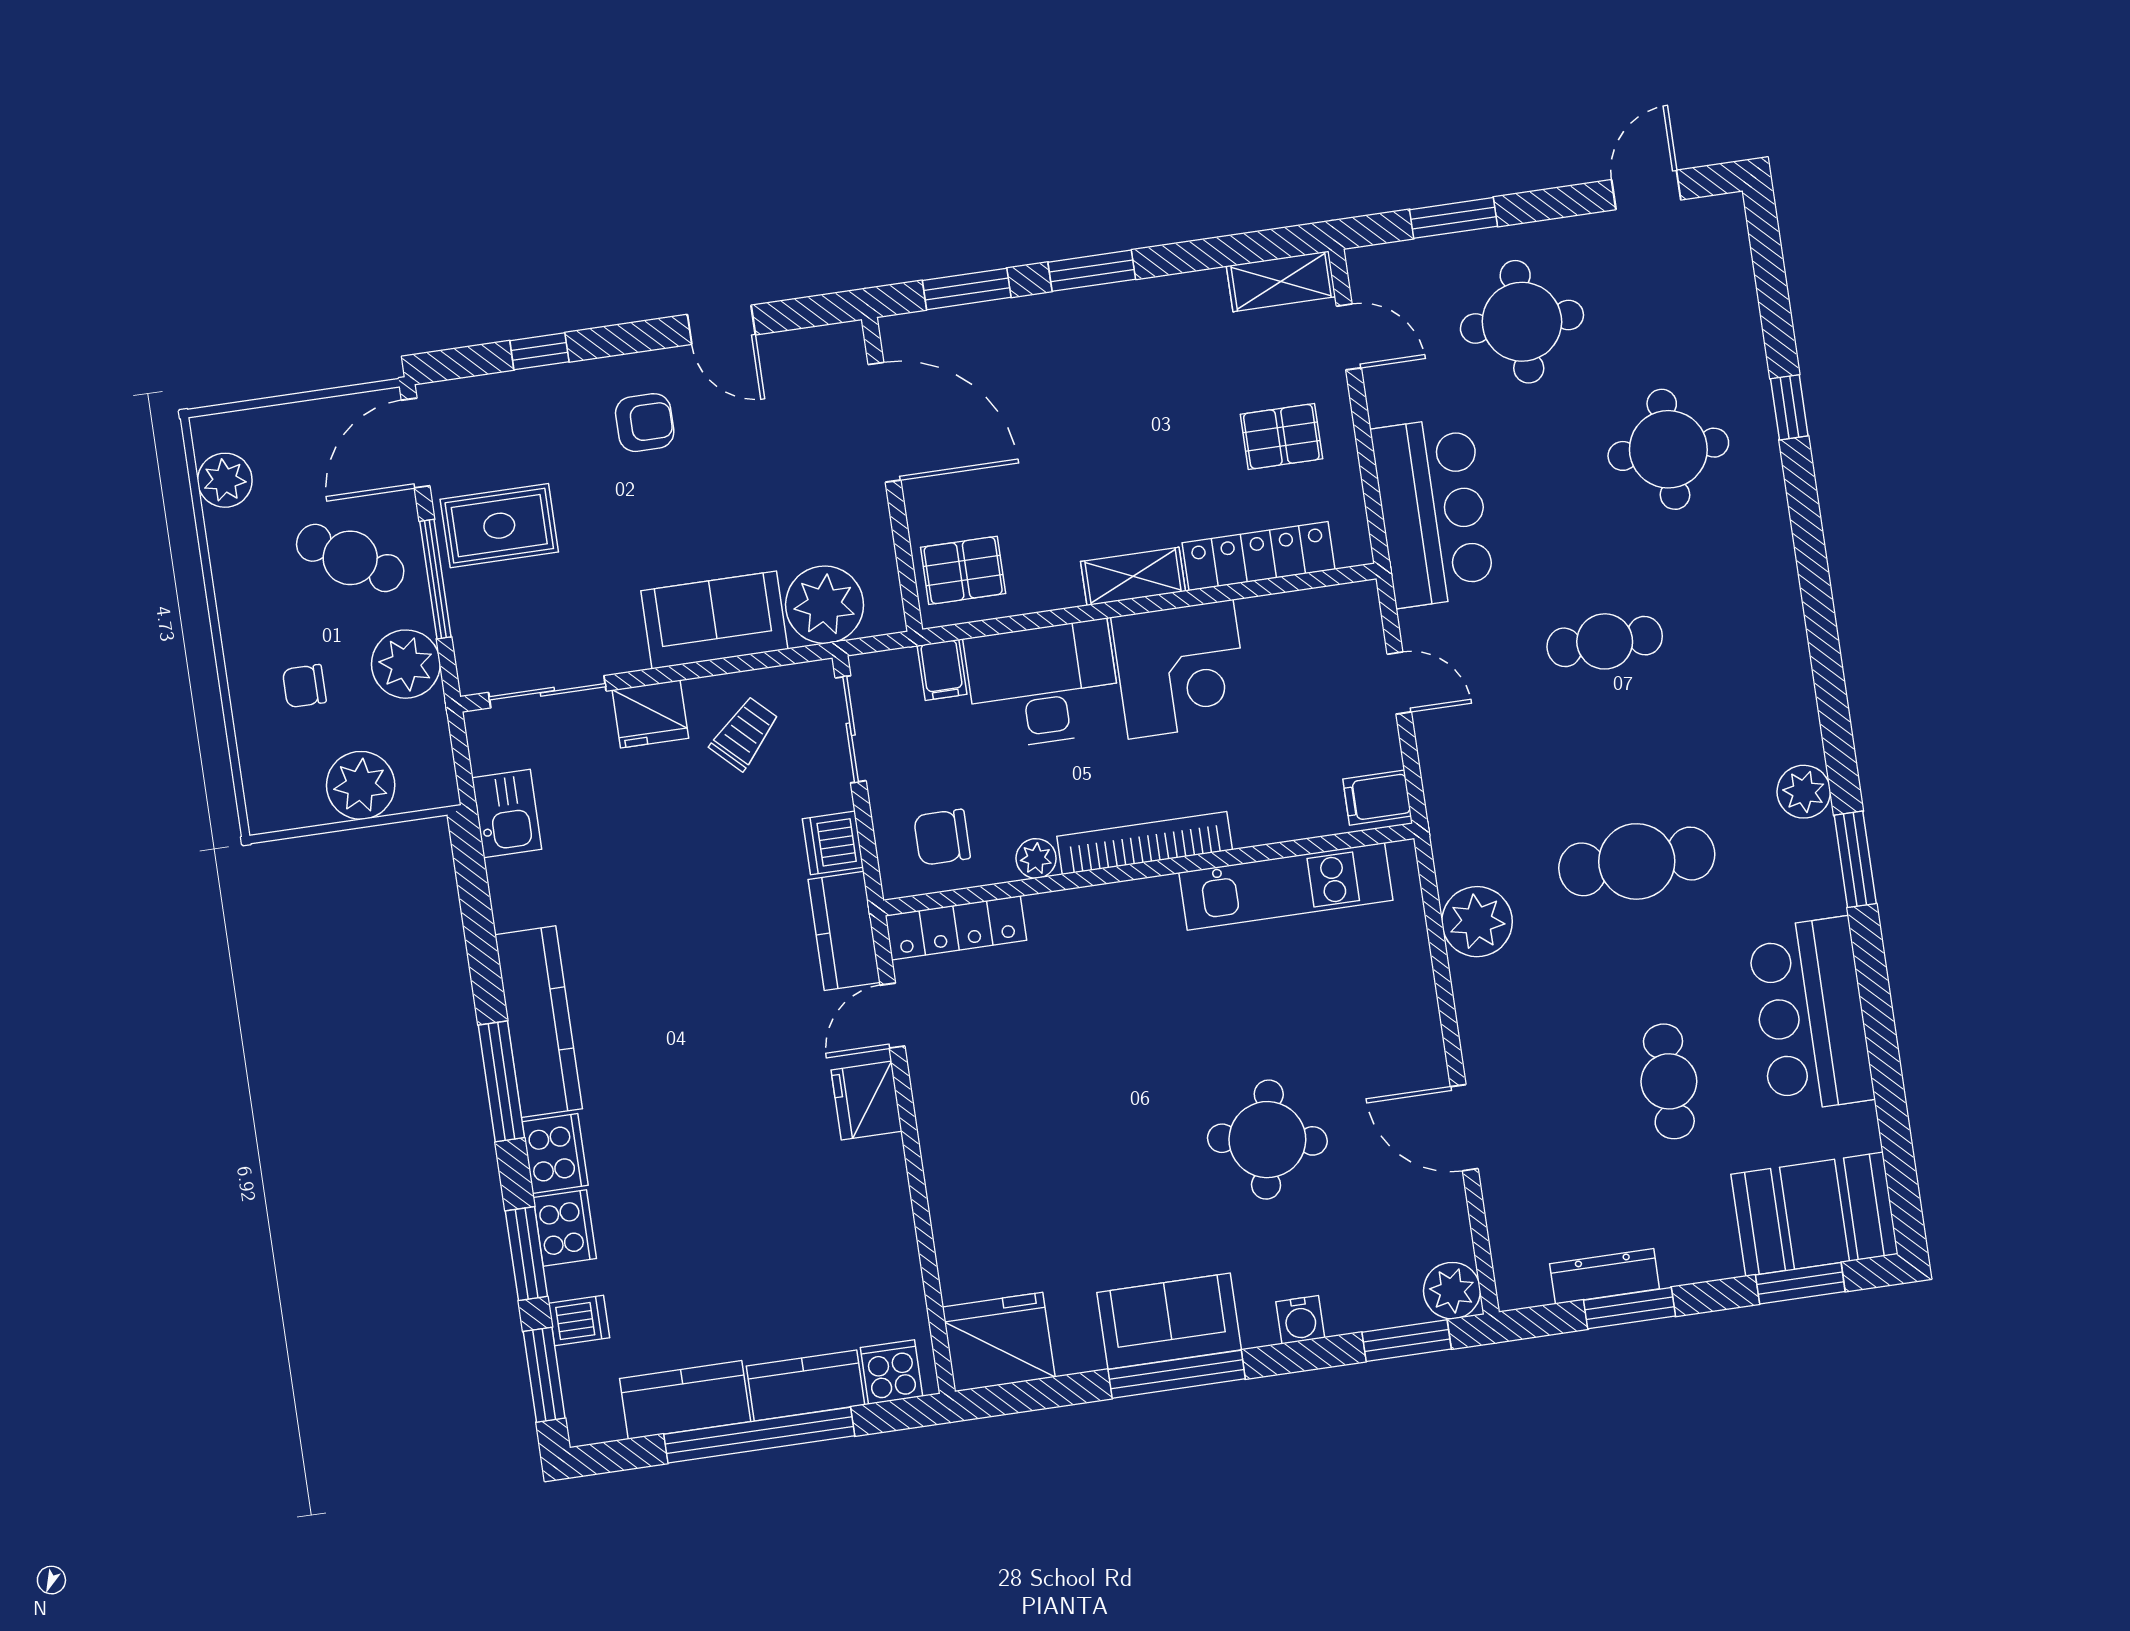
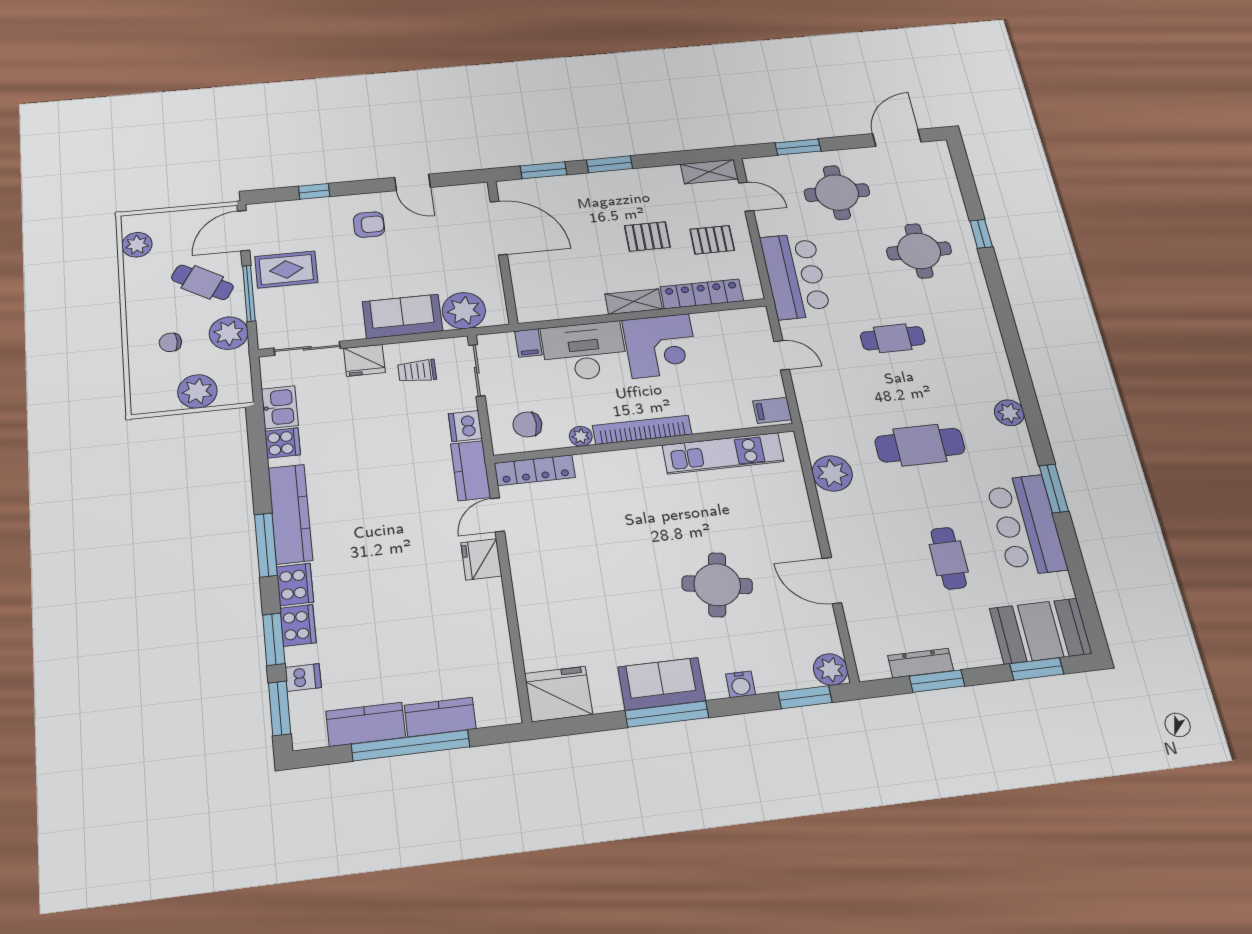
door: (1646, 190) -> (897, 138), width x1.38
pallet: (963, 570) -> (647, 236), moved
trolley: (744, 733) -> (417, 371), turned -134
window: (1855, 859) -> (1054, 488), moved
cooker: (891, 1372) -> (283, 443), moved, turned 90

